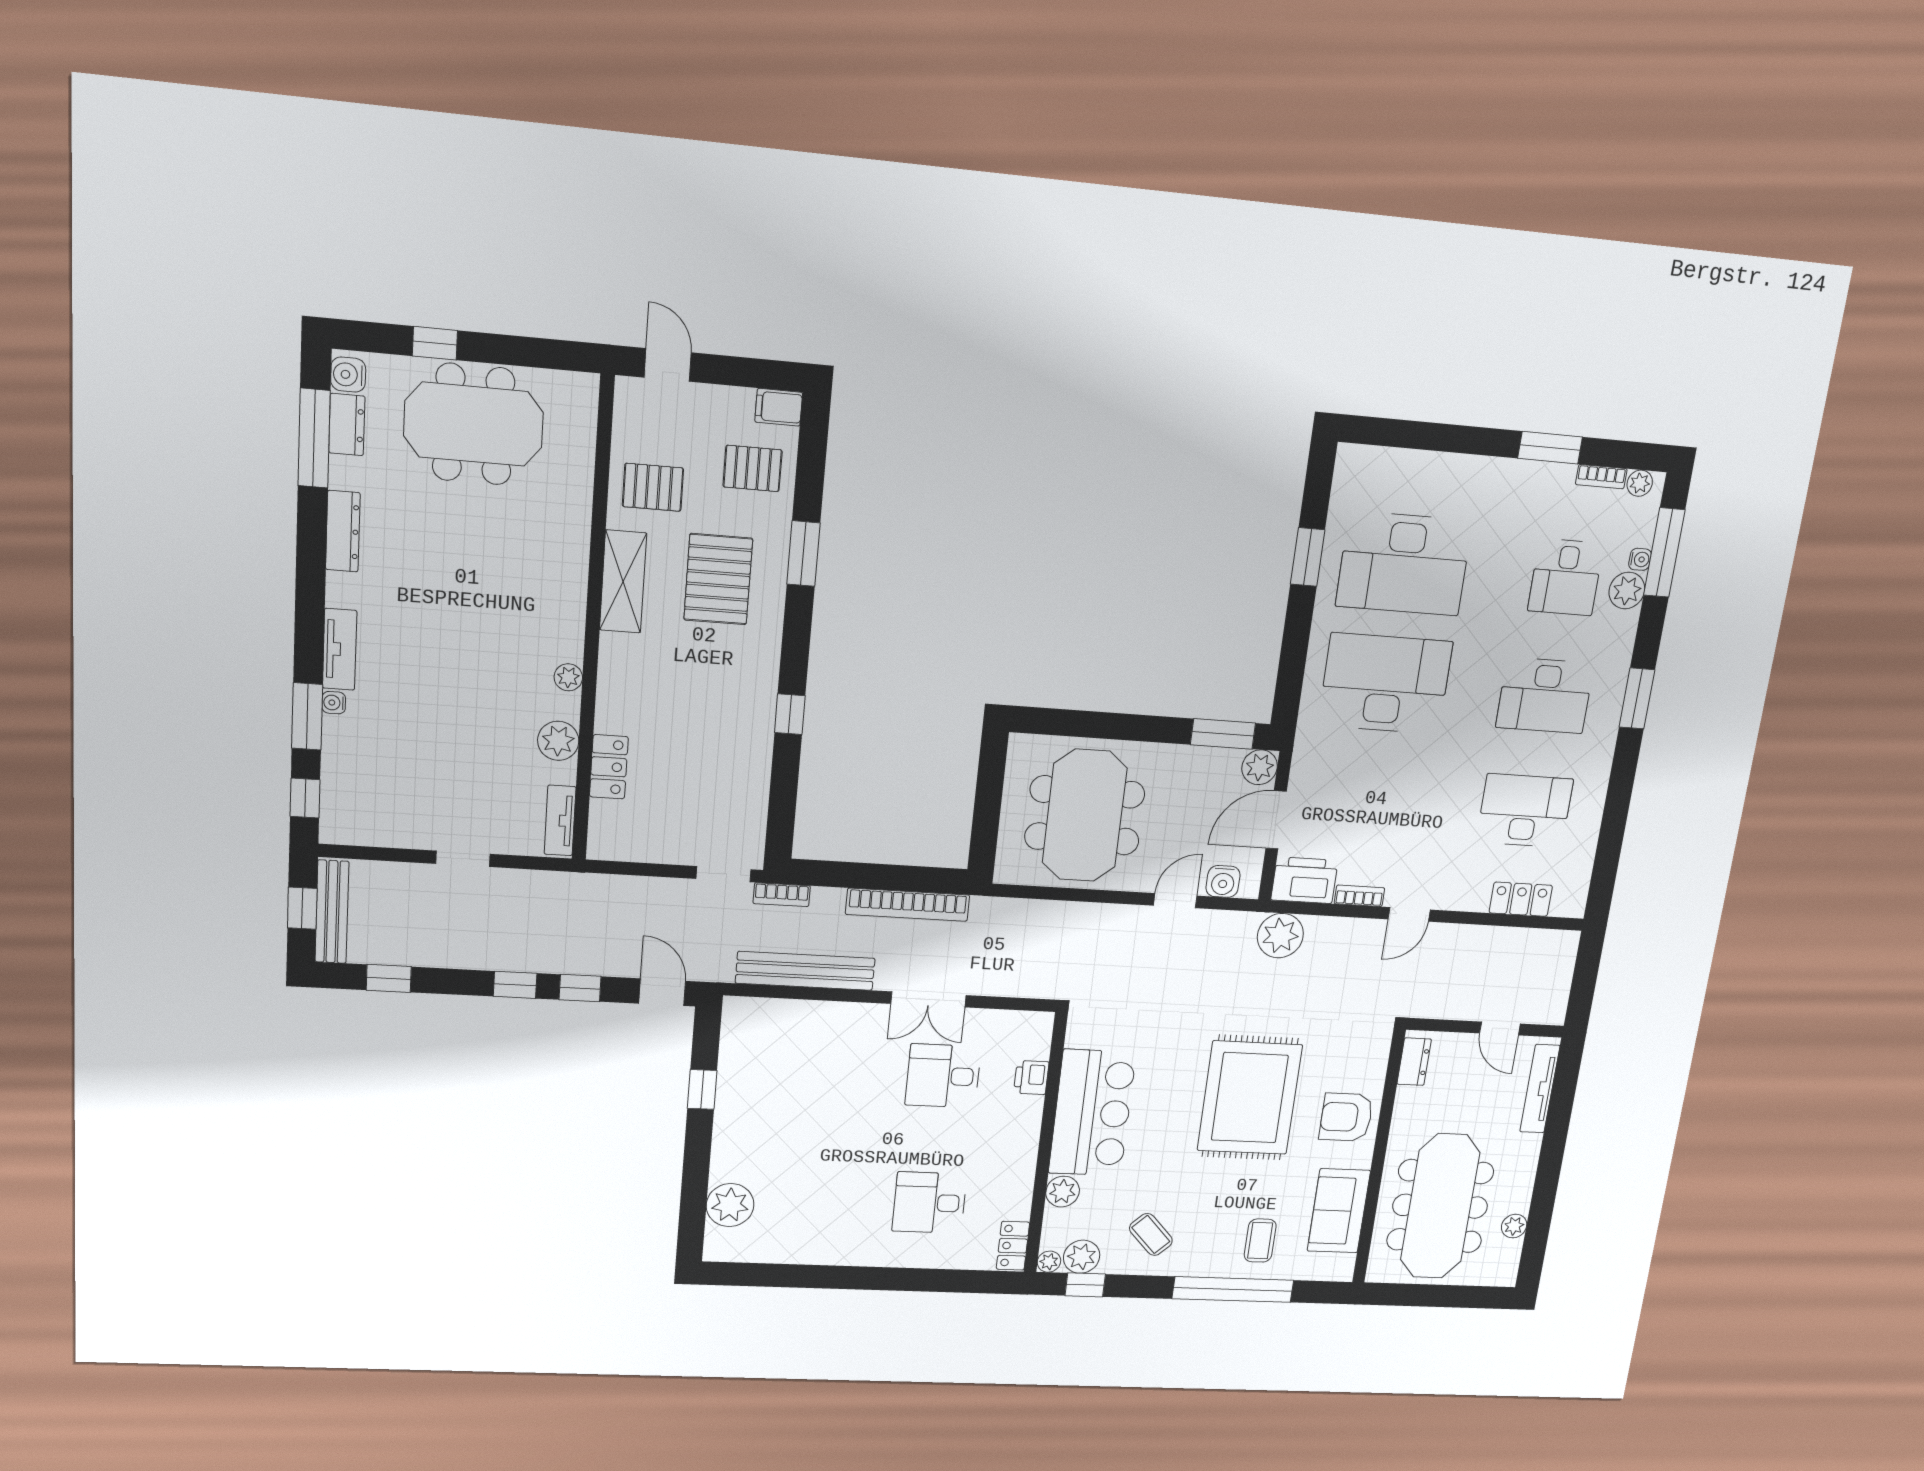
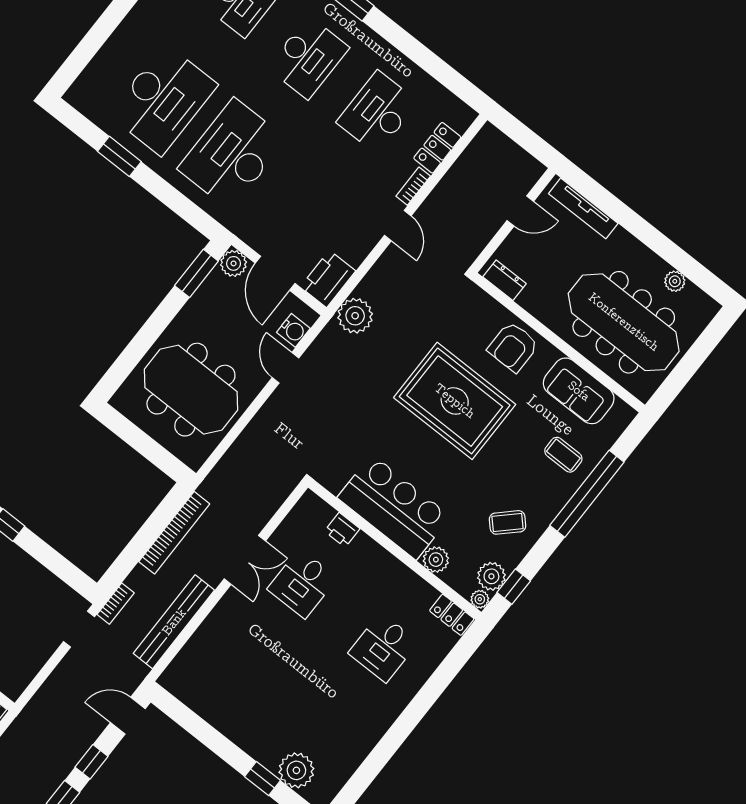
bookcase: (1359, 896) -> (413, 186), moved
window: (702, 1089) -> (263, 778), moved

